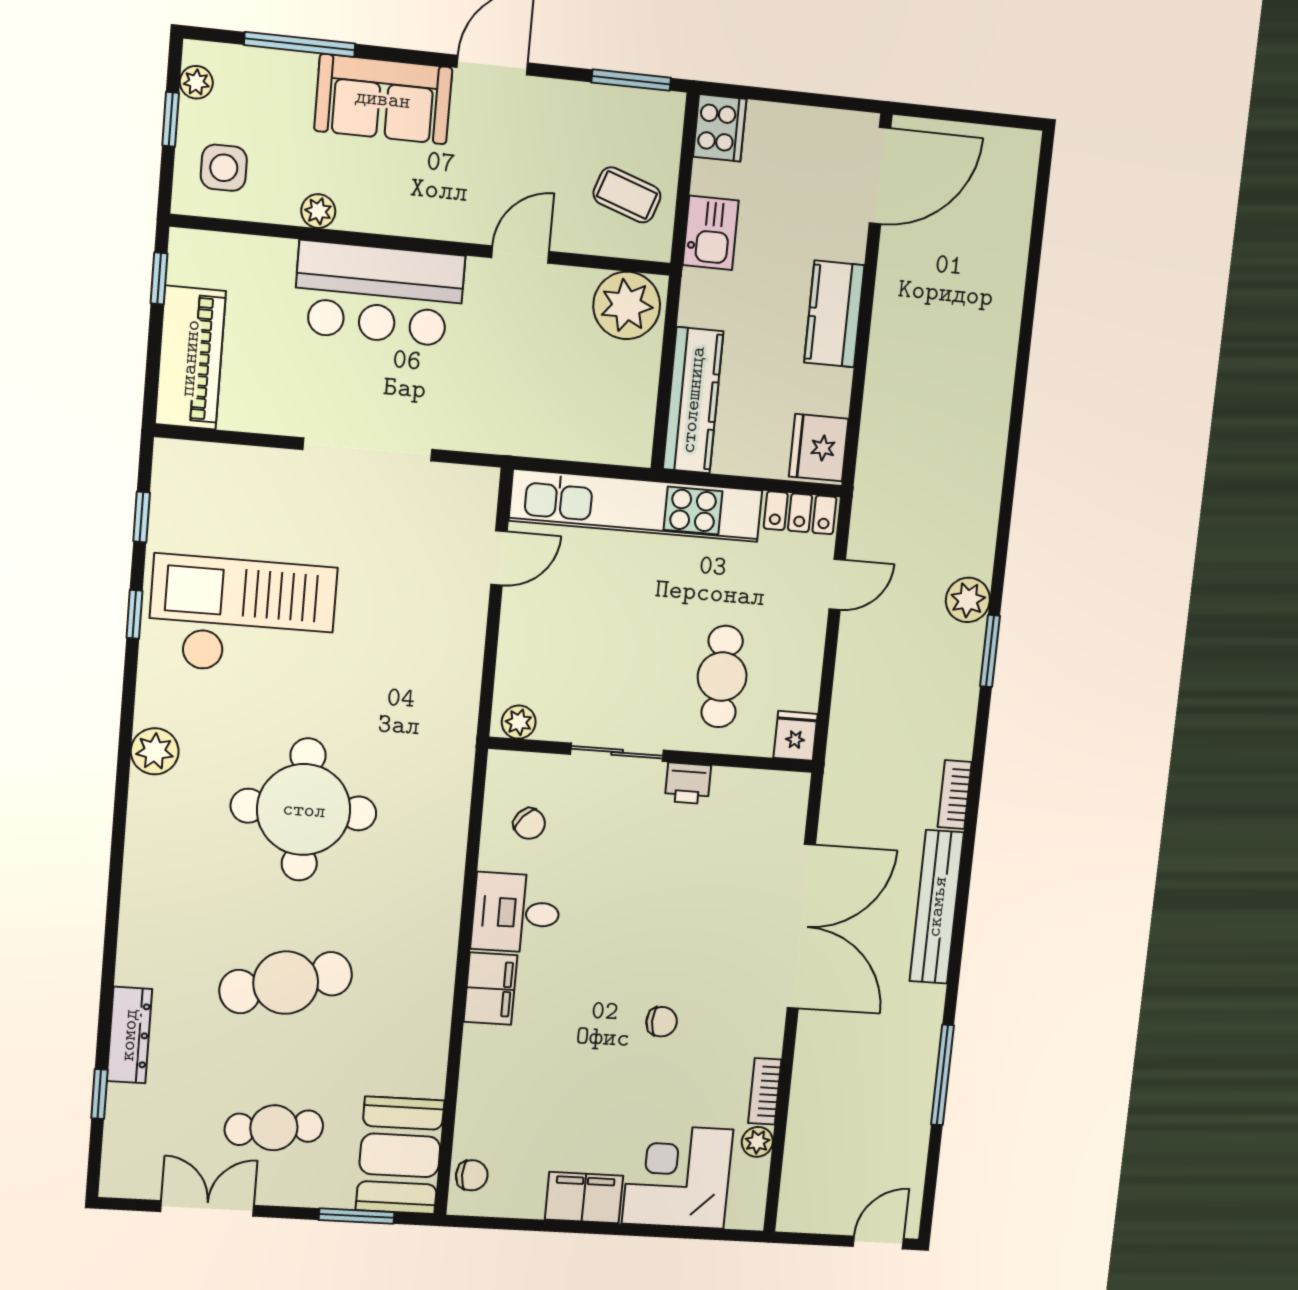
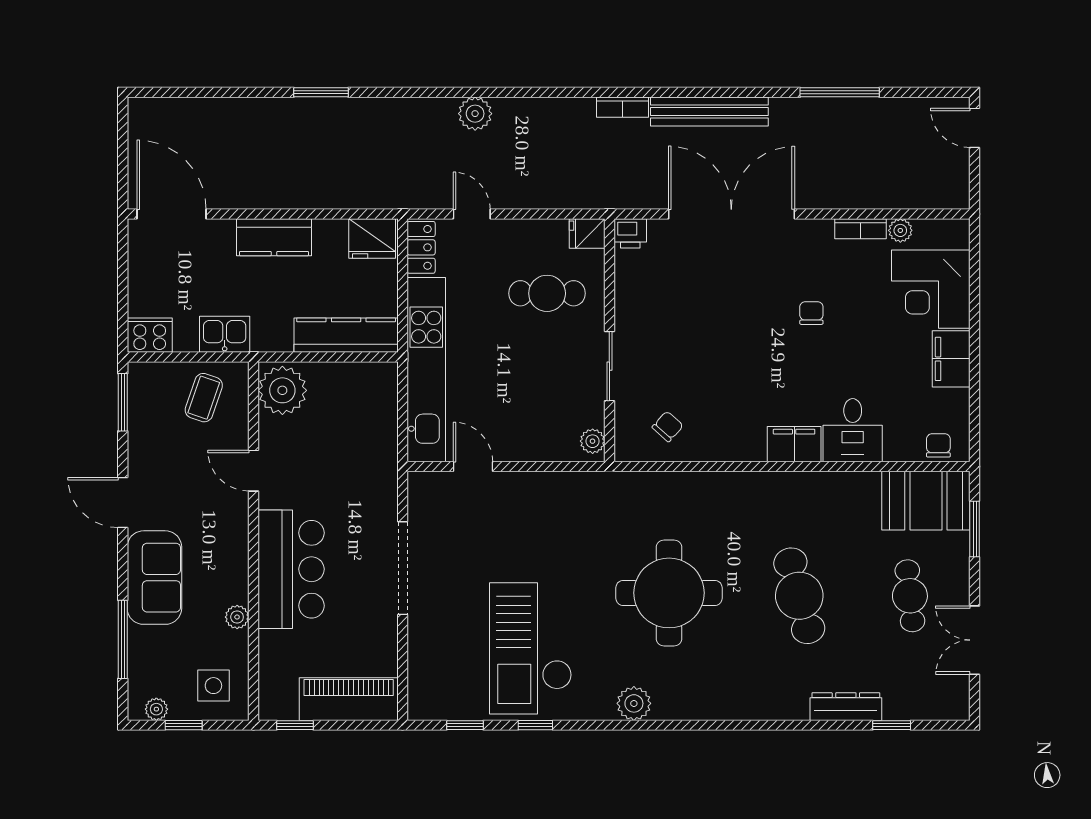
window: (990, 651) -> (321, 92), moved
printer: (688, 783) -> (630, 233), moved, turned 90
desk: (516, 913) -> (853, 430), moved

